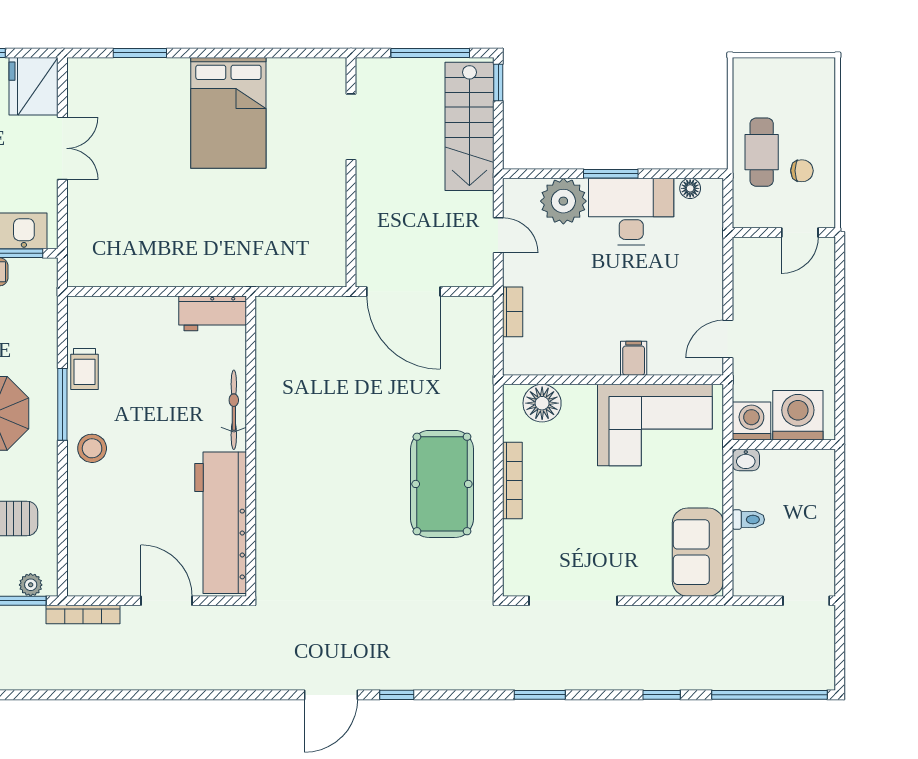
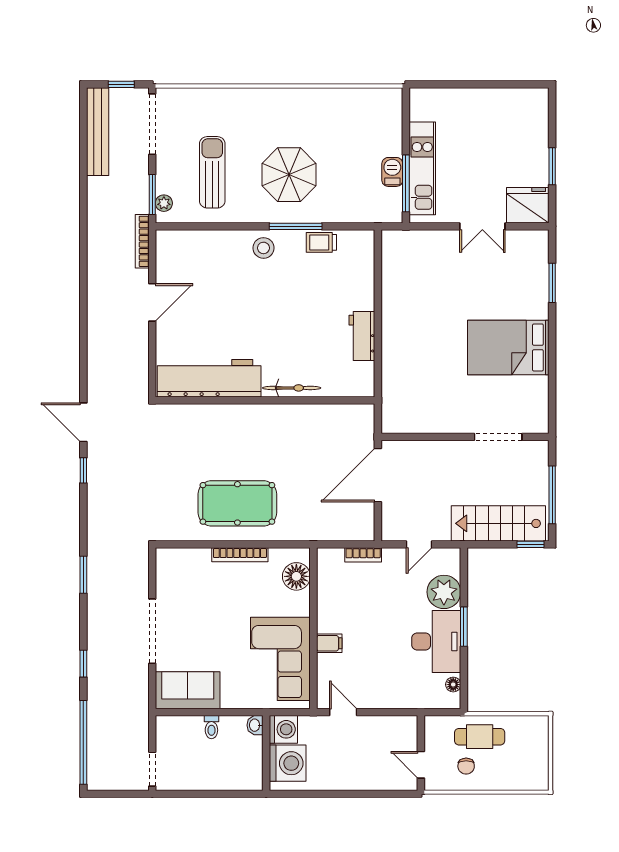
bicycle: (234, 410) -> (292, 388), moved
wall: (251, 446) -> (265, 400), moved
workbench: (221, 523) -> (209, 378), moved
doorway: (573, 601) -> (152, 631), moved

